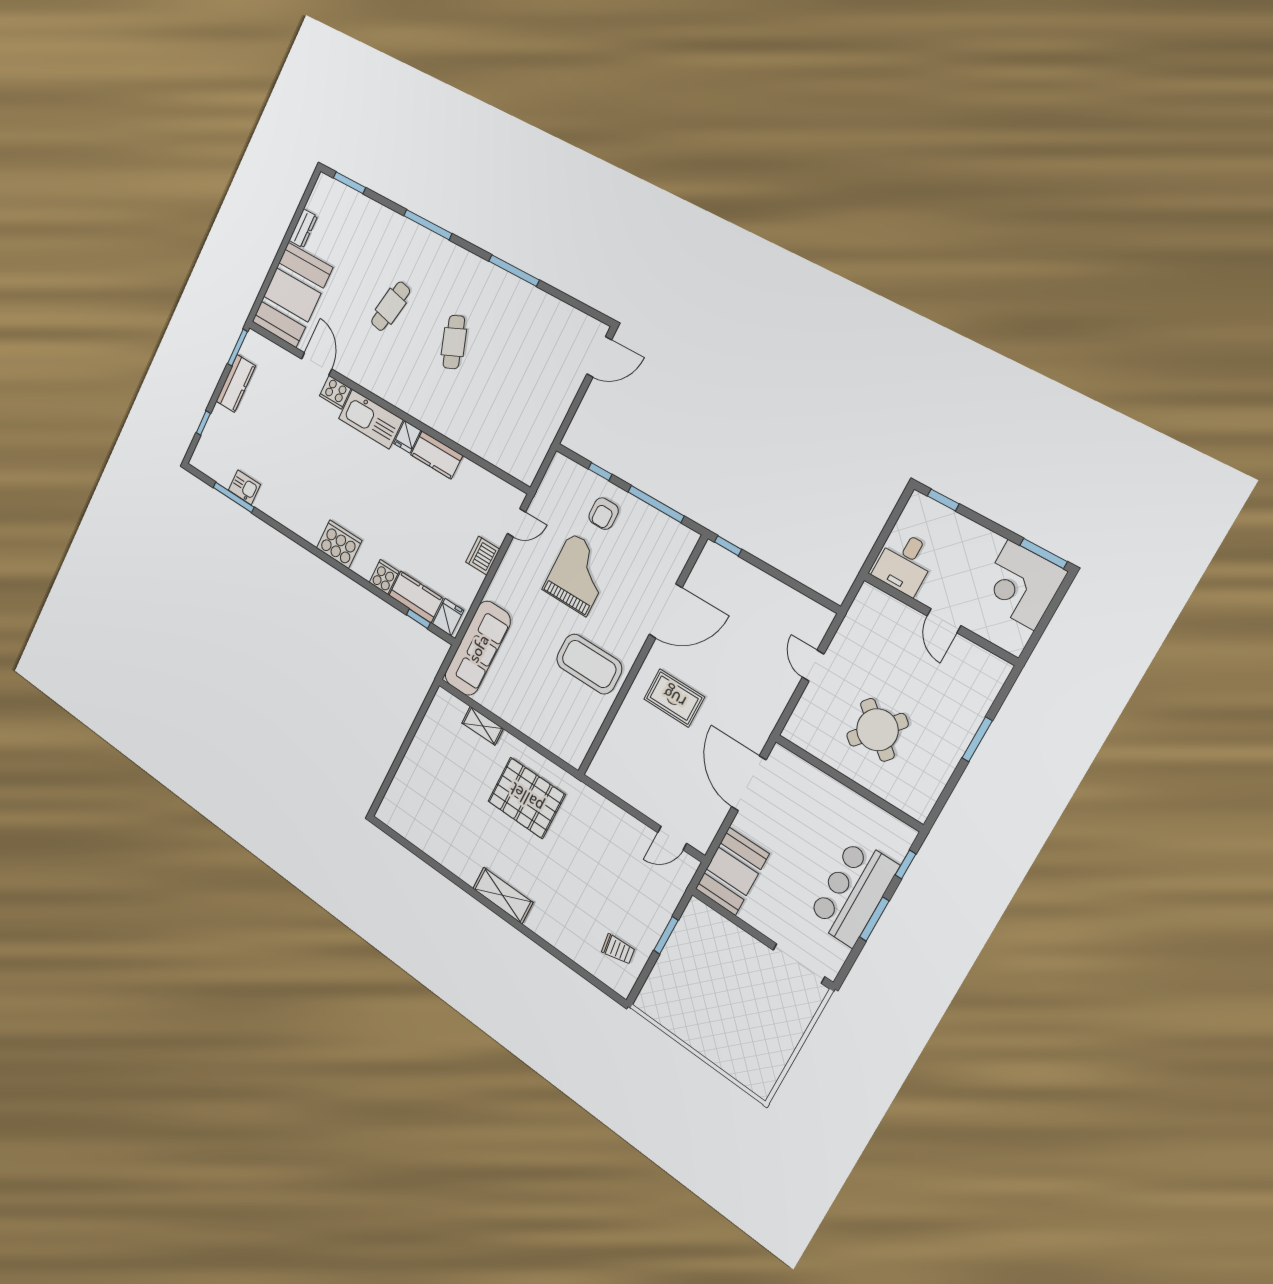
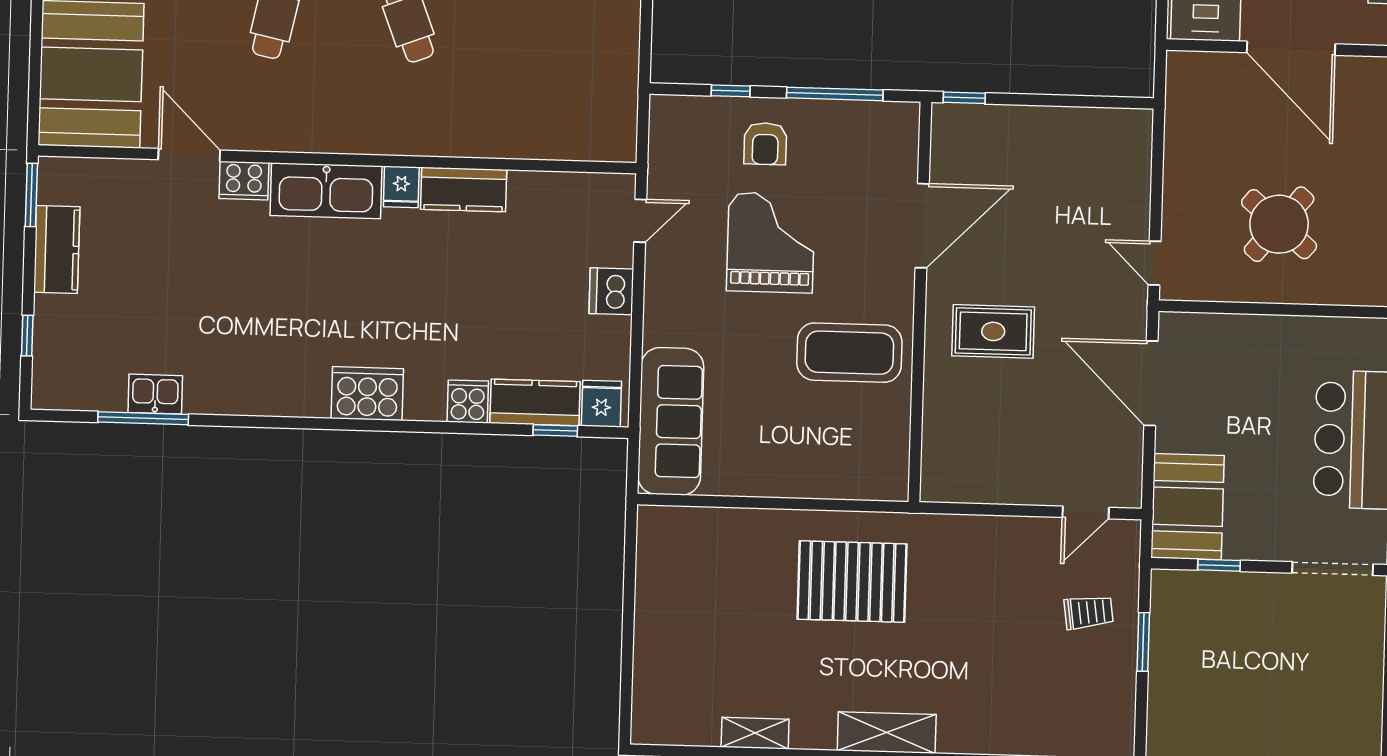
door: (944, 621) -> (1291, 48), width x1.87
door: (813, 666) -> (1154, 263), moved
shelving: (483, 726) -> (755, 733), moved
window: (732, 918) -> (1219, 565), added
trolley: (618, 949) -> (1089, 612), moved

